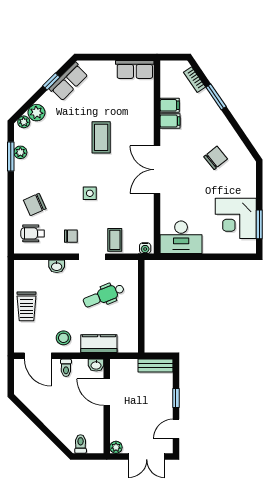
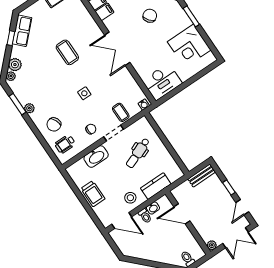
plant: (20, 152) -> (29, 108), moved
window: (259, 224) -> (191, 16), moved
washbasin: (57, 266) -> (96, 157), width x1.91, depth x1.45
washbasin: (96, 365) -> (153, 208), moved

